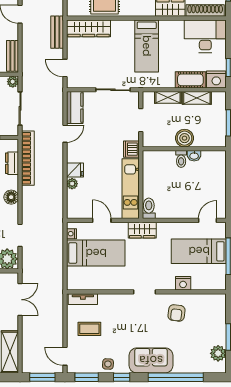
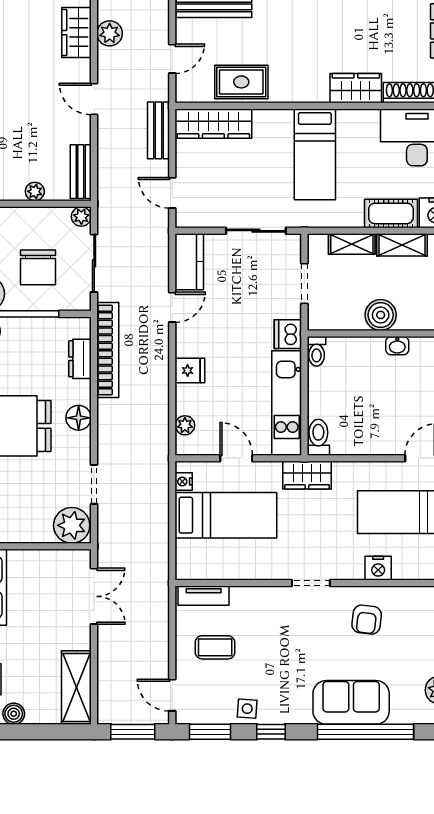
toilet: (181, 159) -> (316, 351), moved
plant: (72, 184) -> (185, 425), moved
sofa: (151, 360) -> (351, 702), moved

